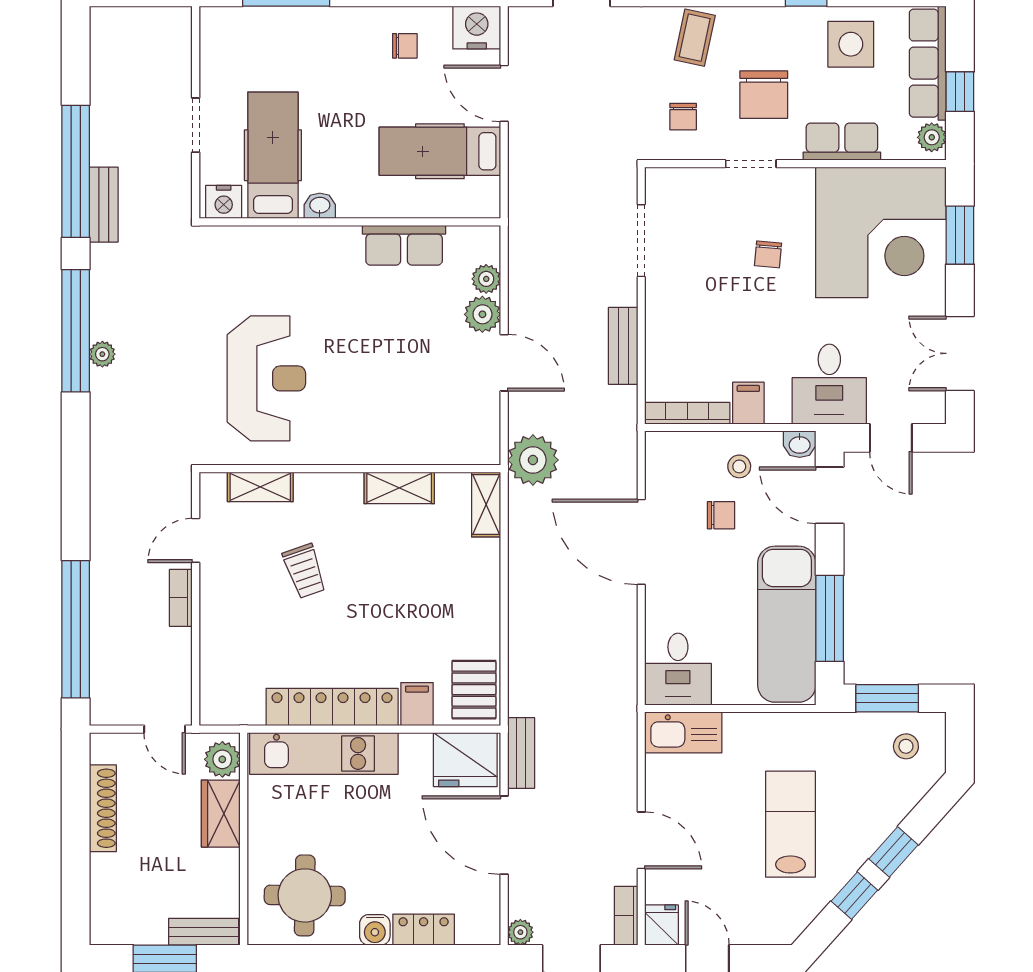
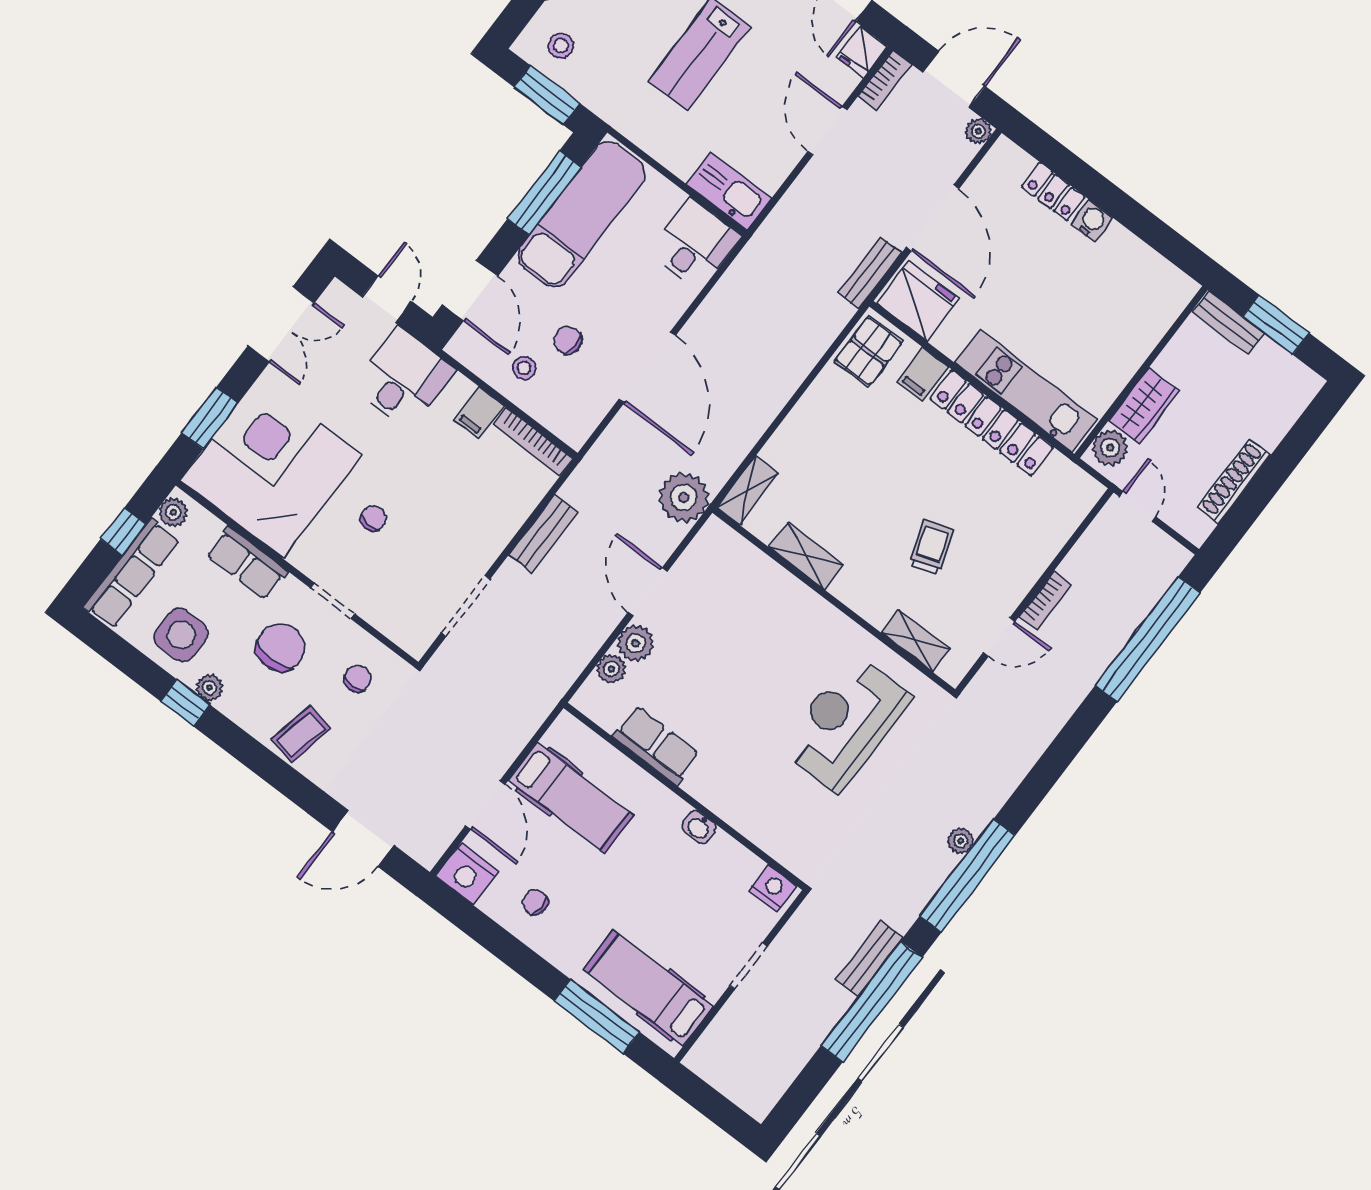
plant: (796, 19) -> (209, 688), added
hospital bed: (273, 155) -> (648, 988), moved, turned 90
washbasin: (800, 444) -> (463, 349), removed
round table: (305, 895) -> (1127, 290), removed

